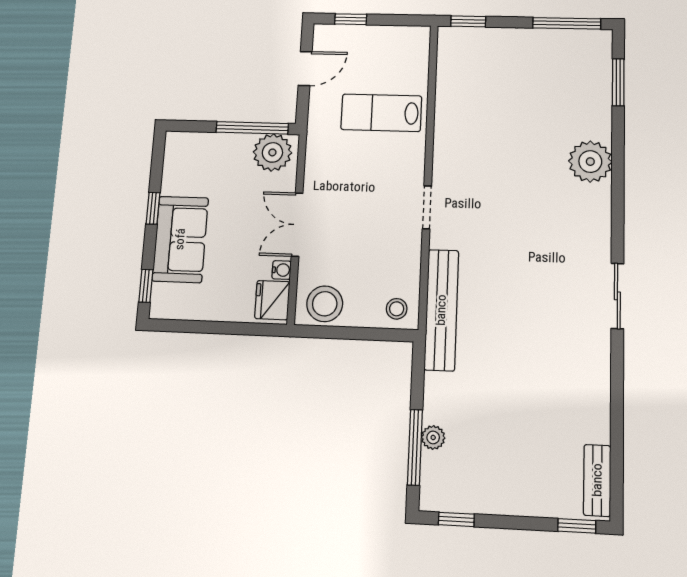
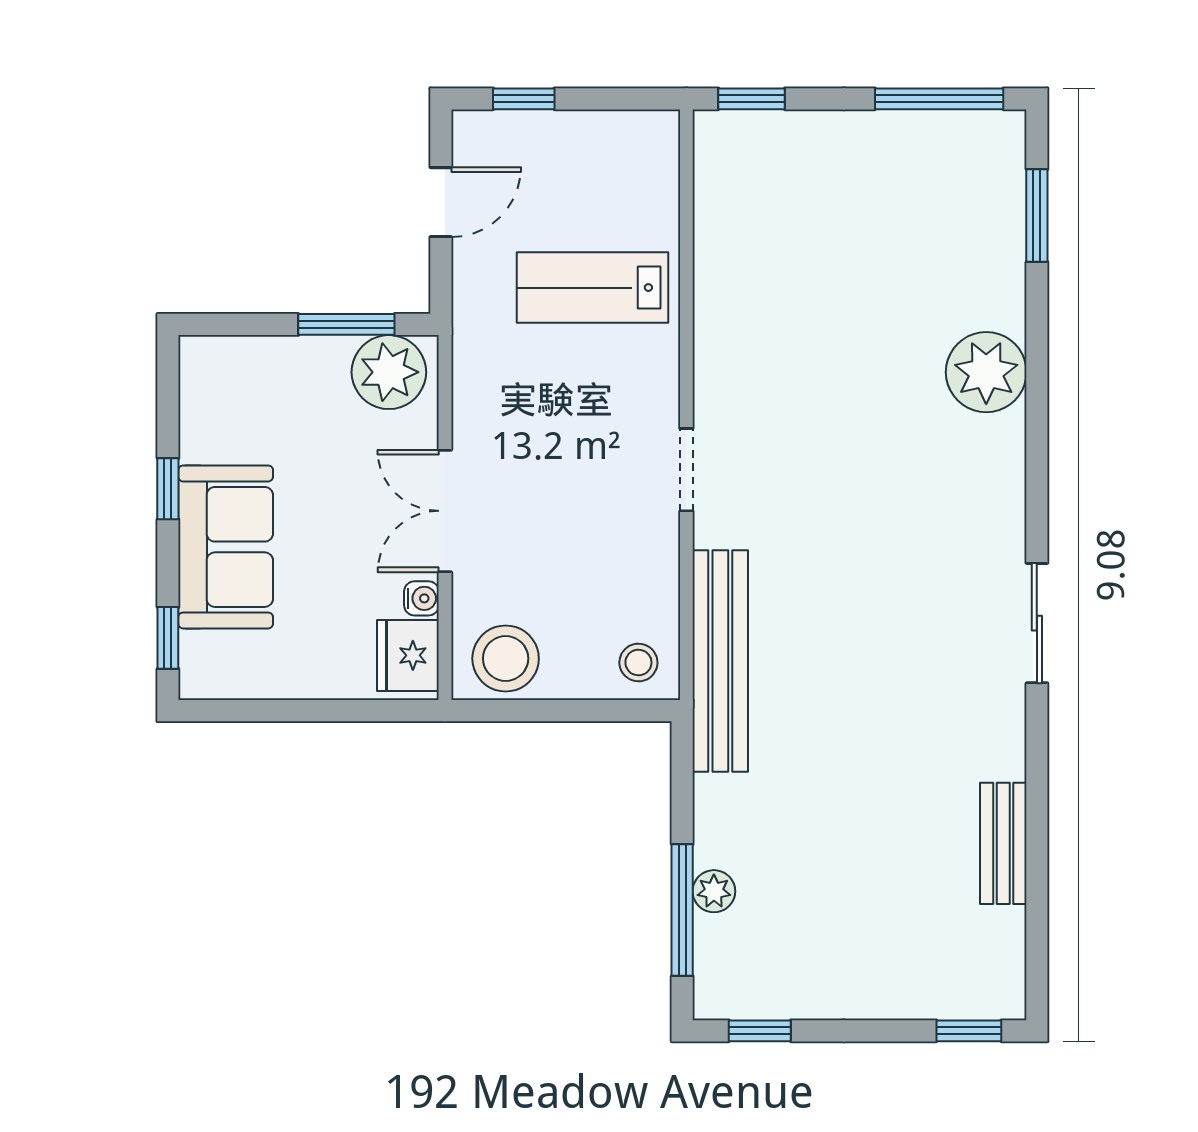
window: (252, 128) -> (346, 324), width x0.69
bench: (597, 480) -> (1003, 843), moved

